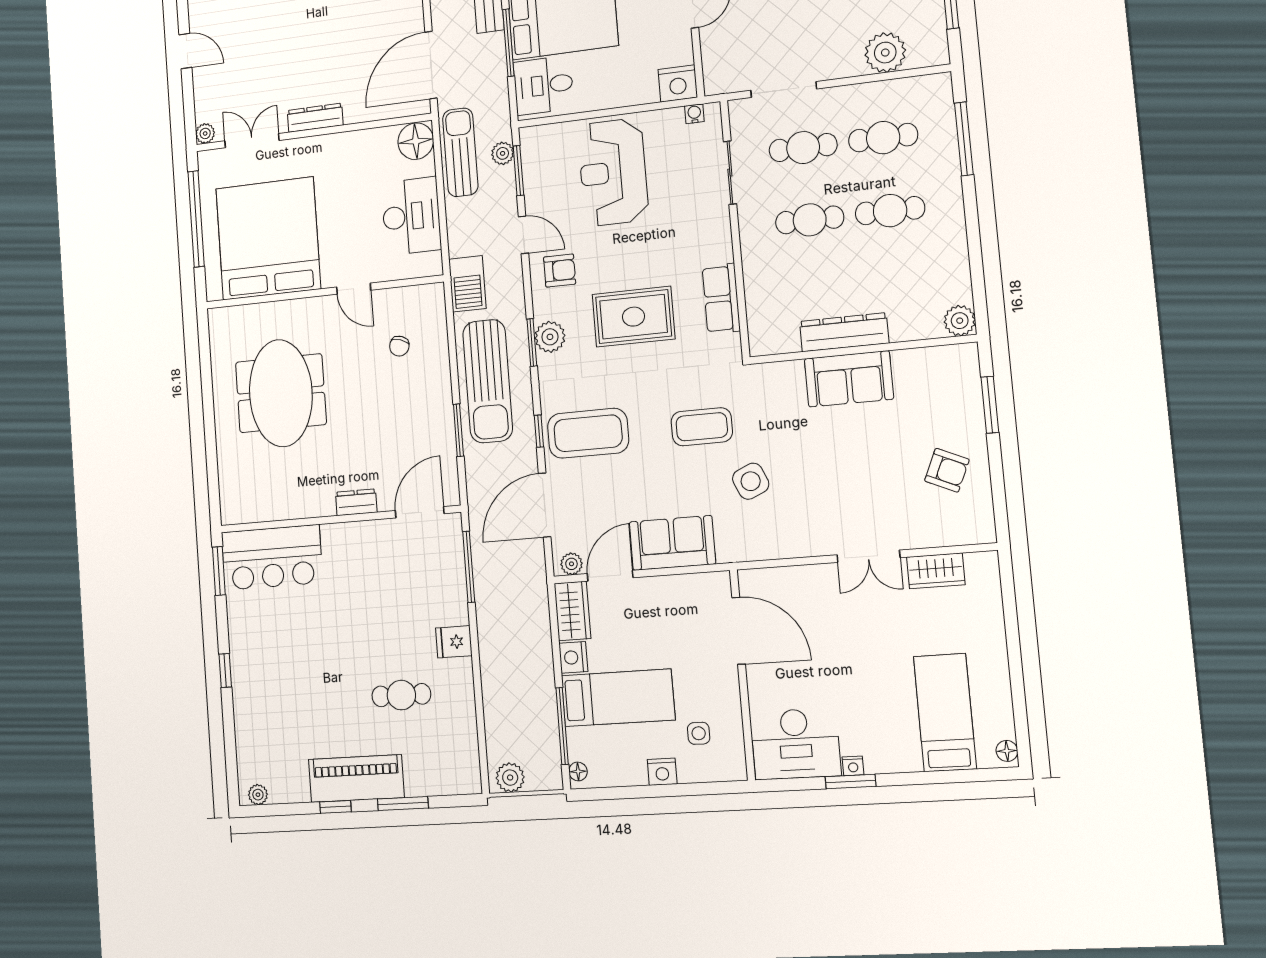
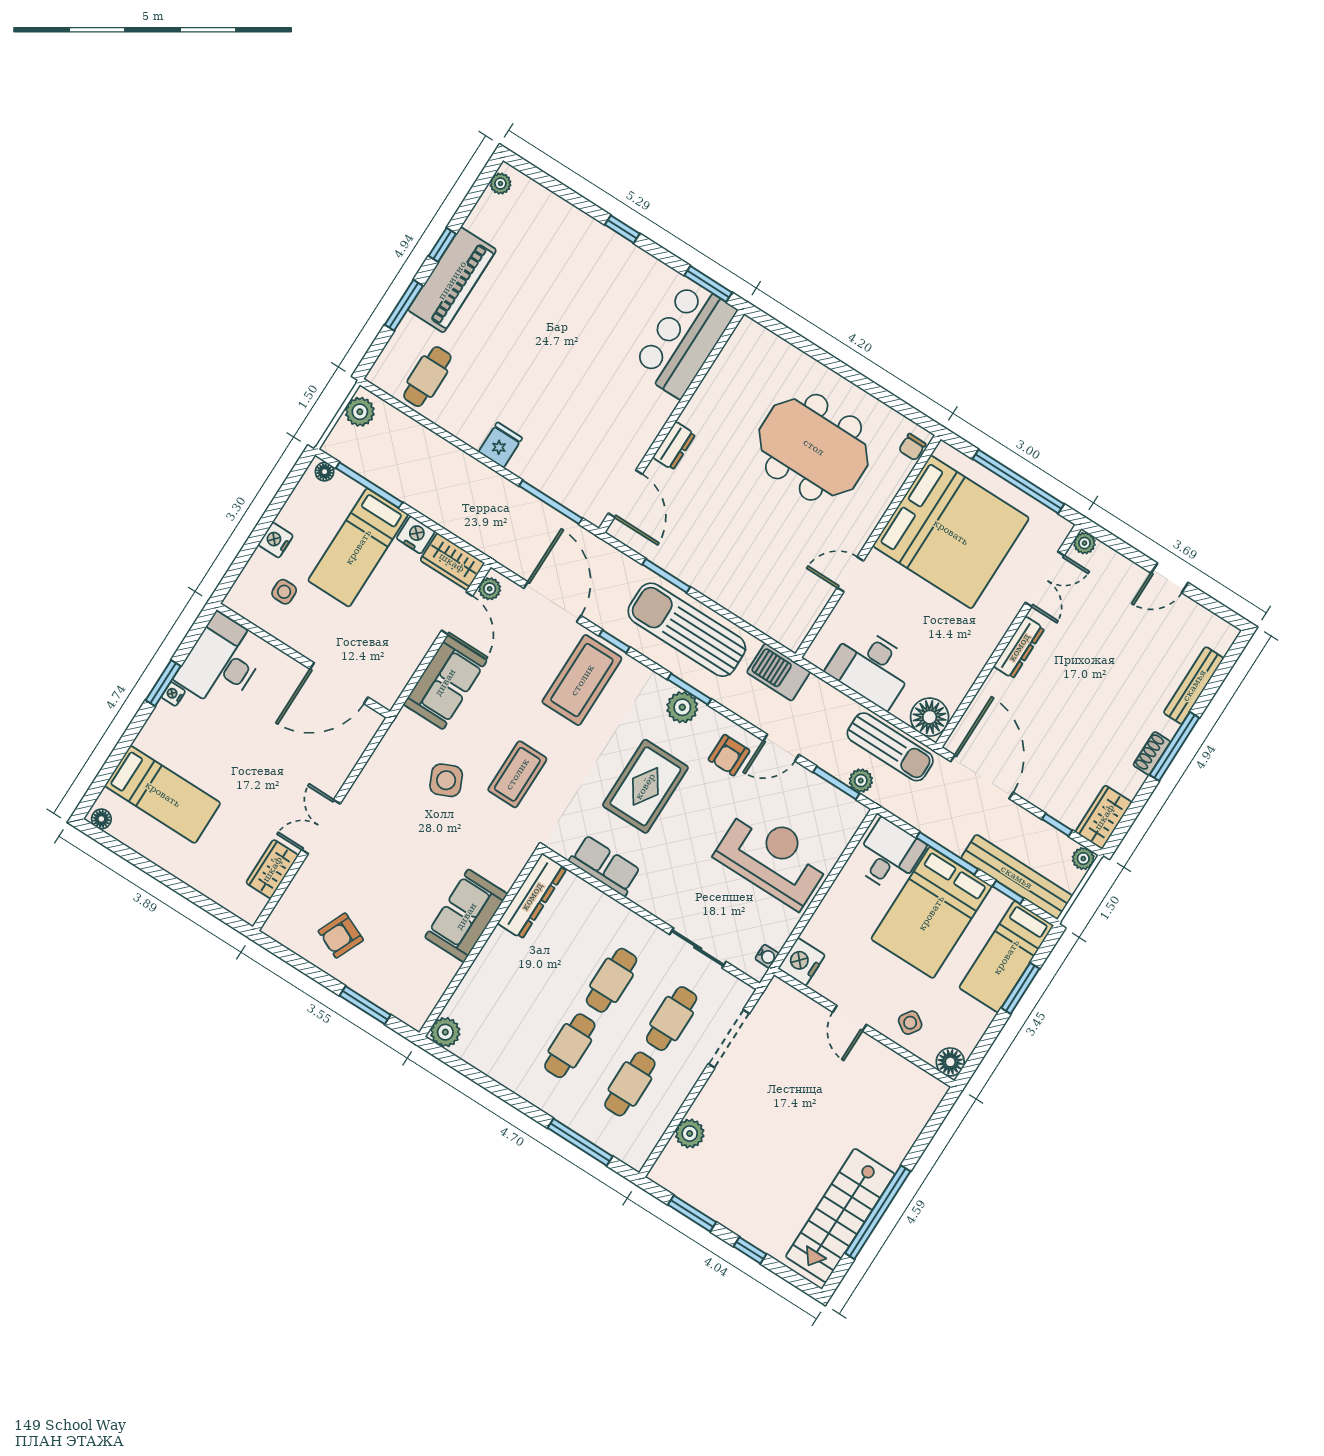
plant: (885, 53) -> (690, 1134), width x0.73, depth x0.73
dresser: (844, 332) -> (532, 896), moved
chair: (399, 346) -> (912, 447), moved, turned -108
cafe table: (401, 695) -> (427, 377), moved

